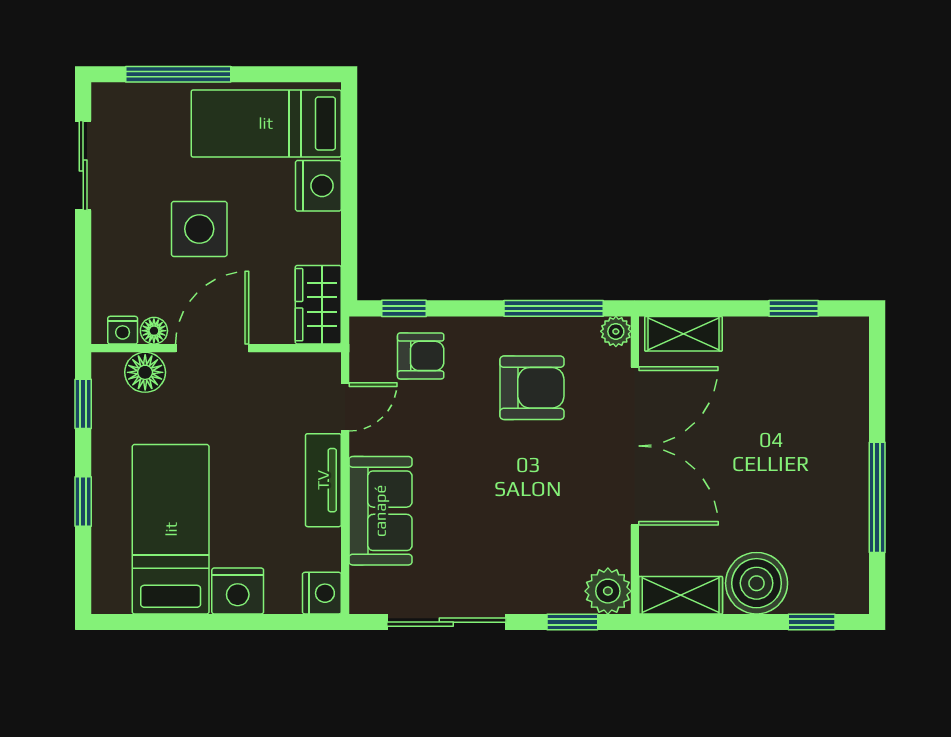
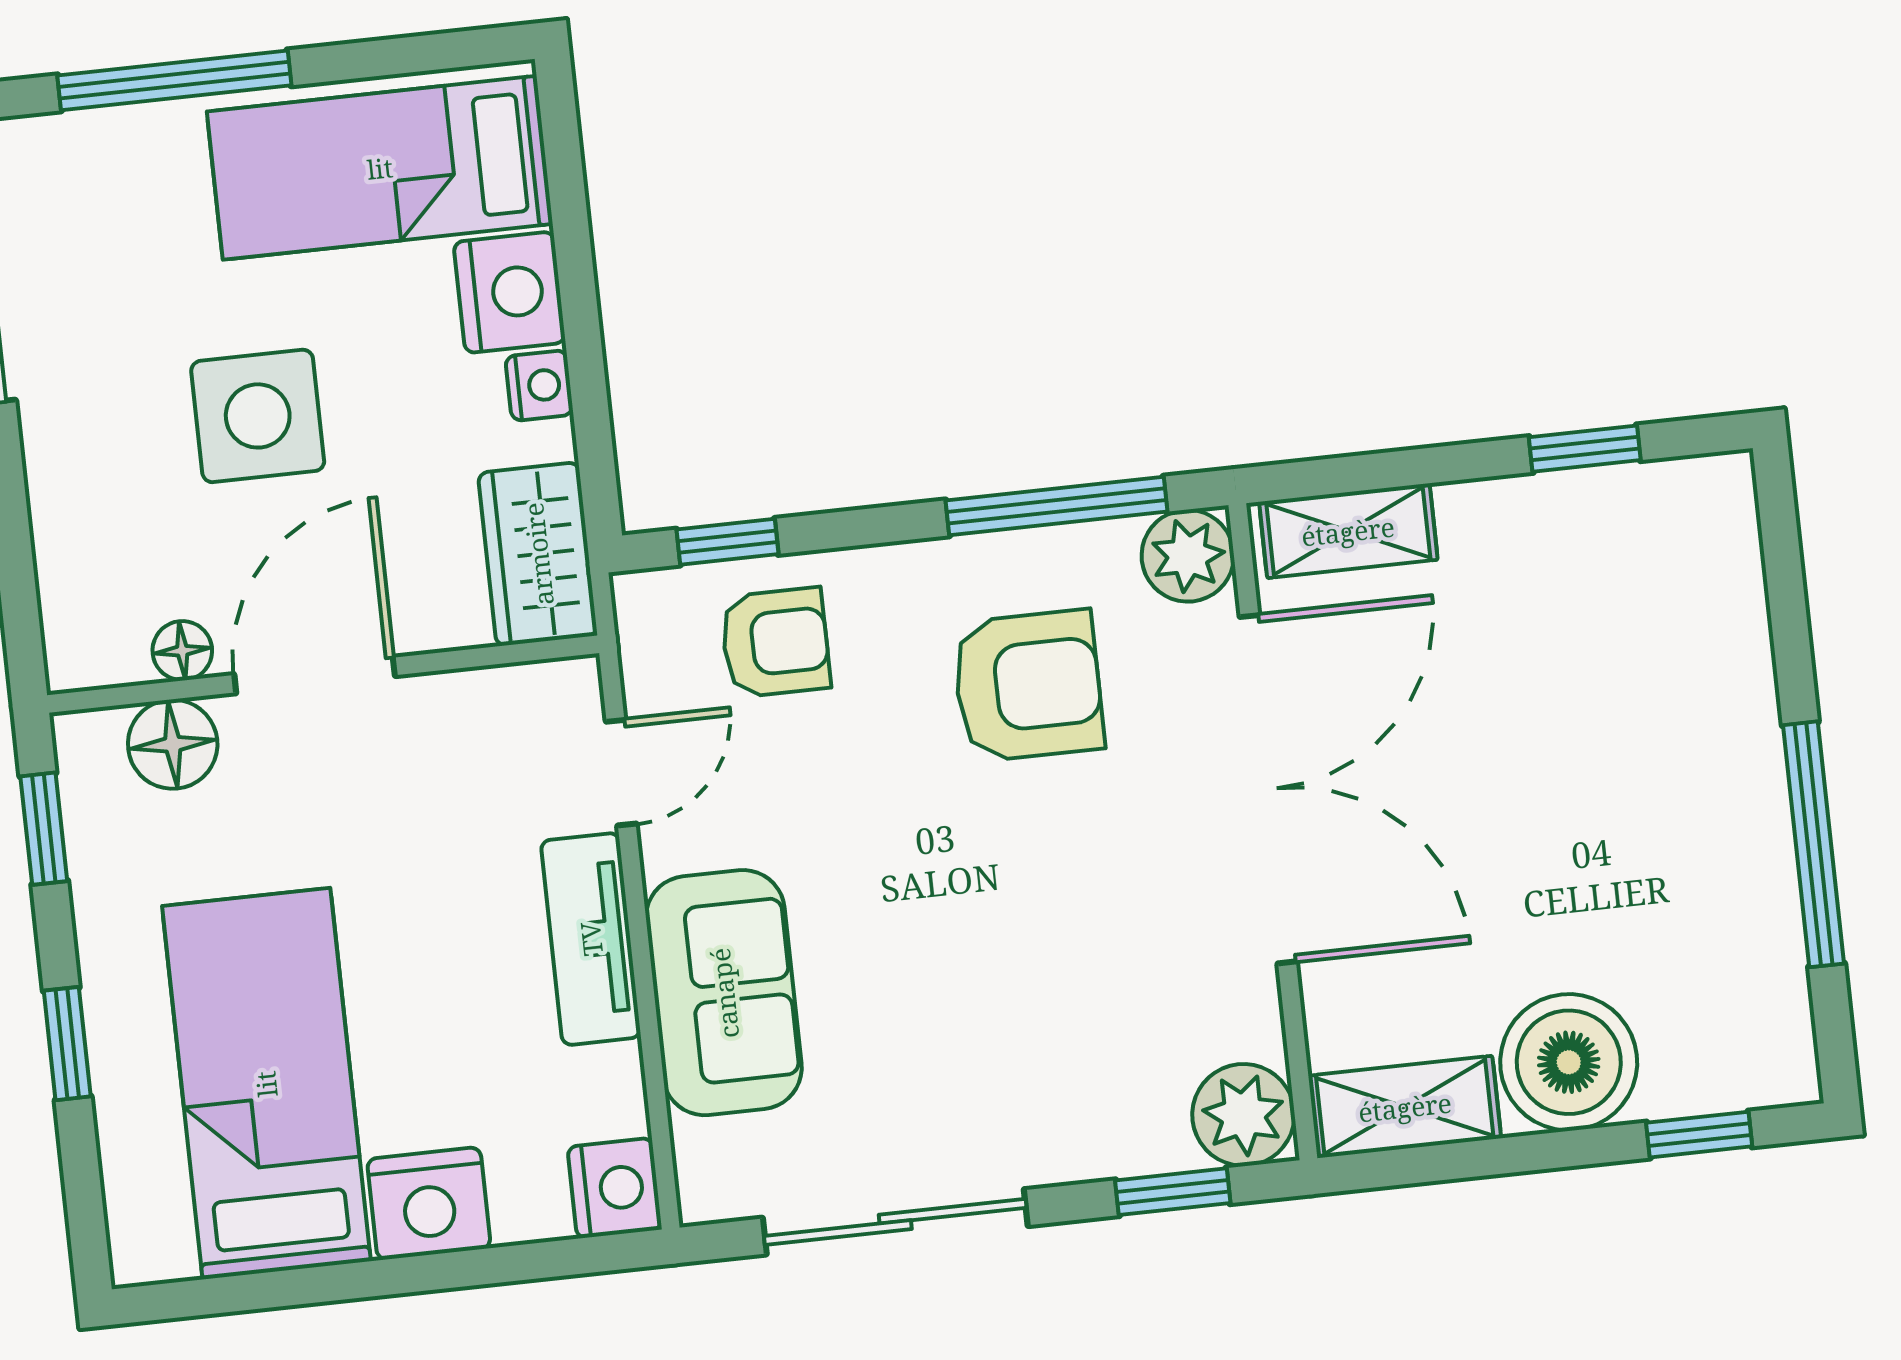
nightstand: (123, 330) -> (539, 386), moved, turned -90
plant: (616, 331) -> (1188, 556), width x1.38, depth x1.38

